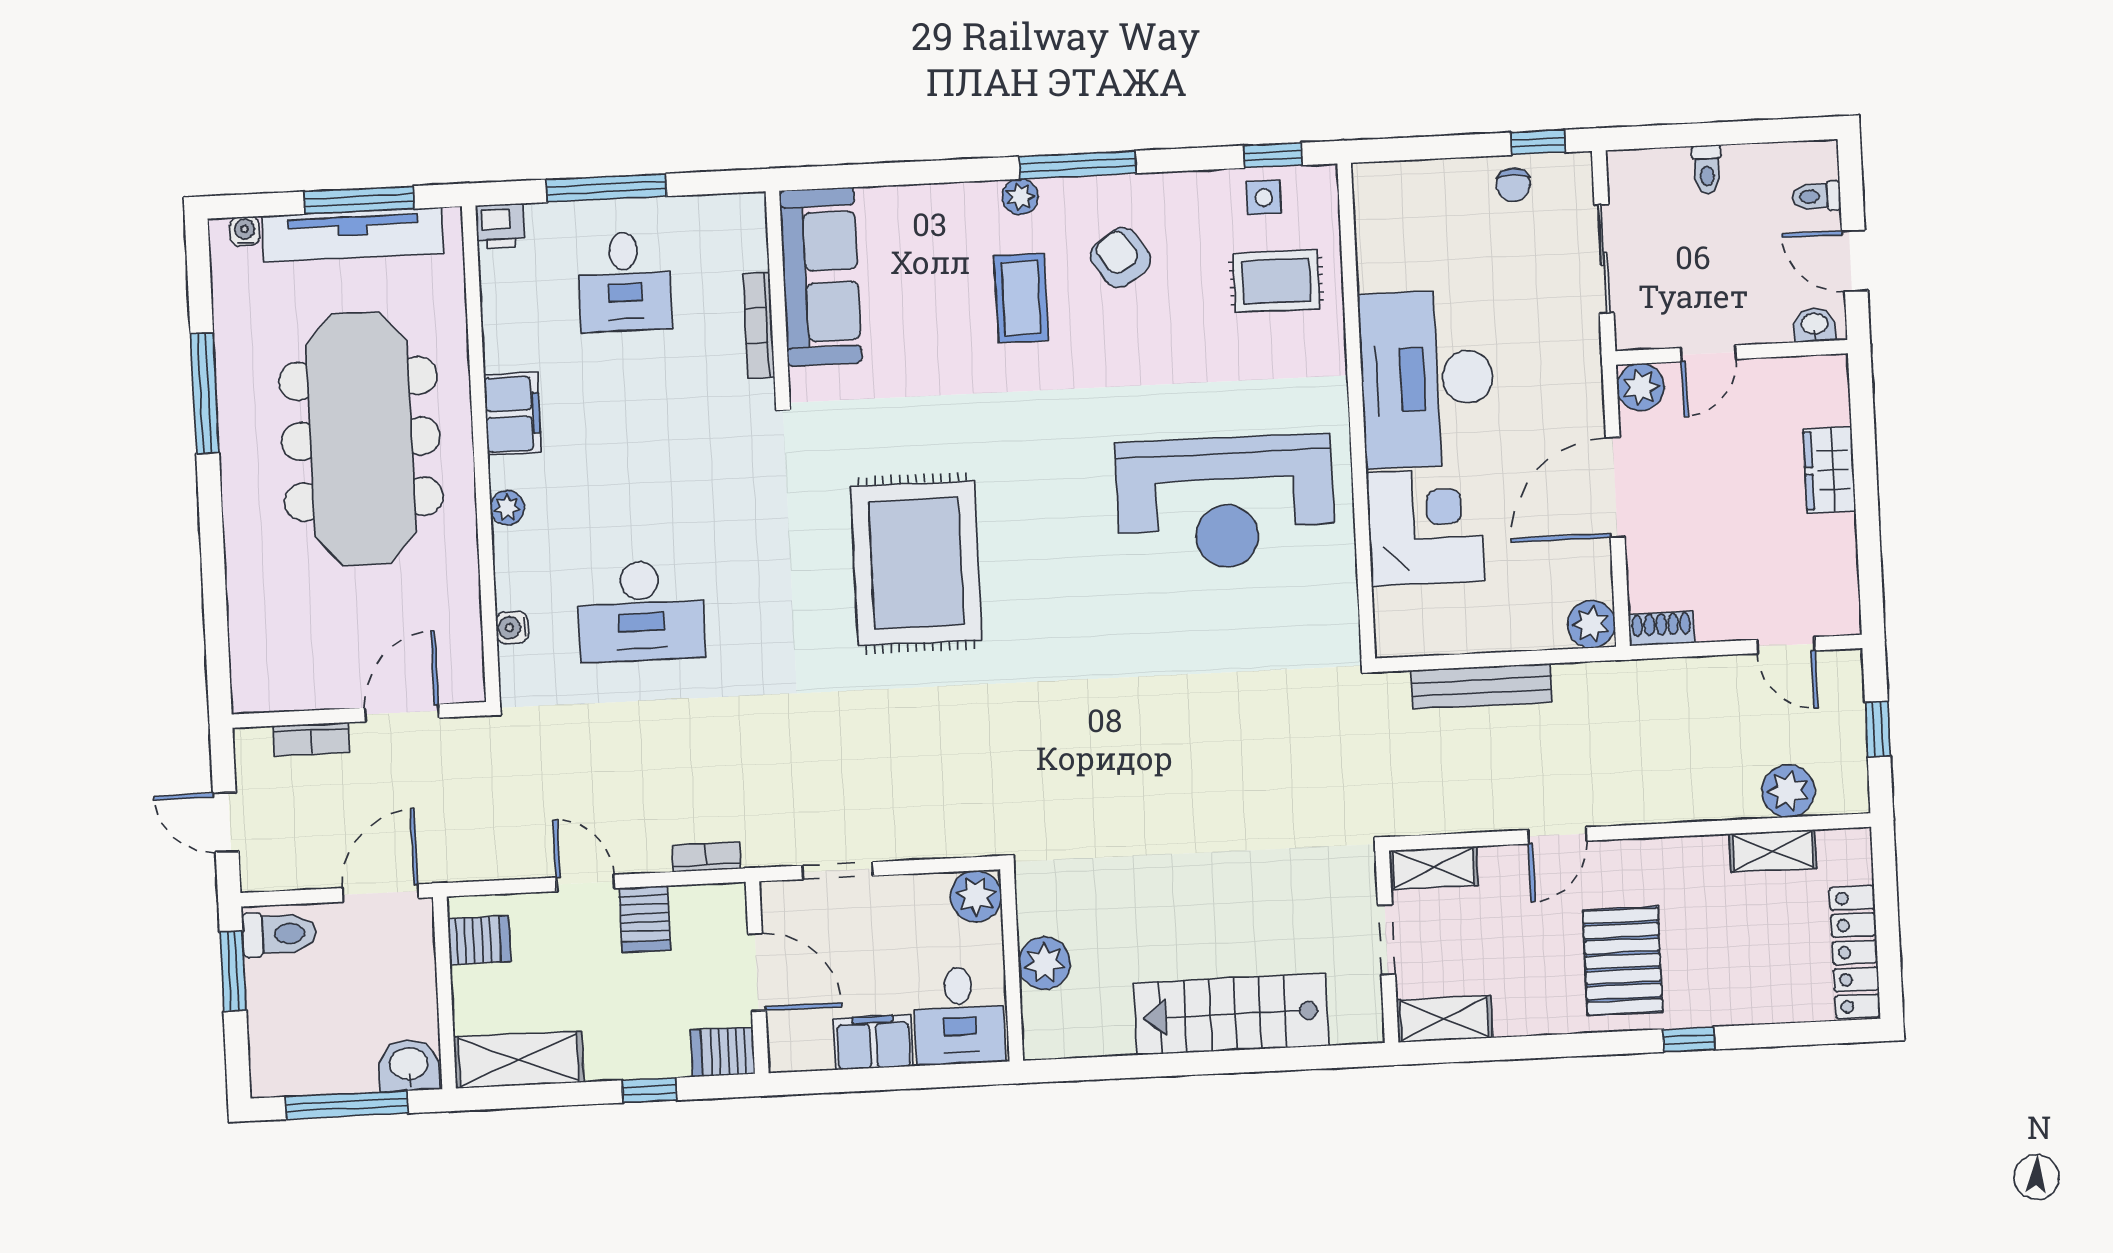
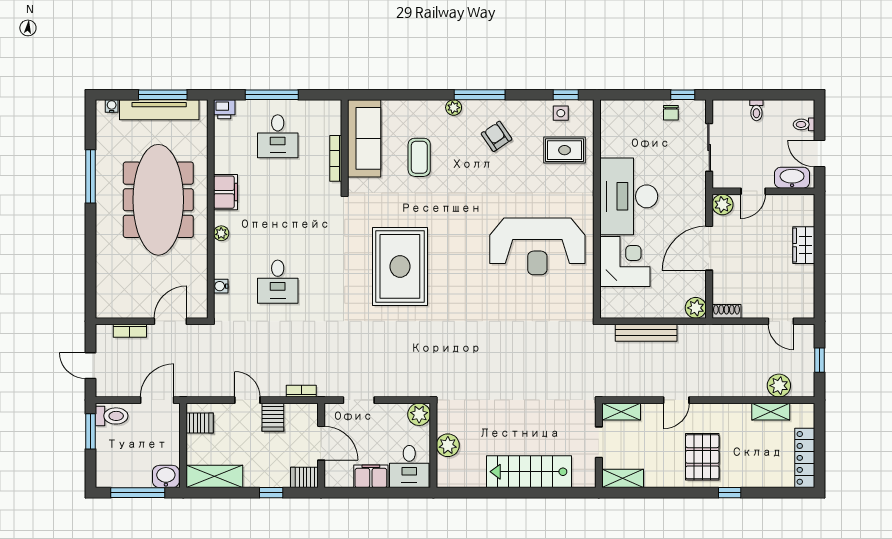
coffee table: (1021, 298) -> (419, 157), moved
washbasin: (1814, 325) -> (792, 178), width x1.91, depth x1.45
desk: (641, 611) -> (278, 282), width x0.73

